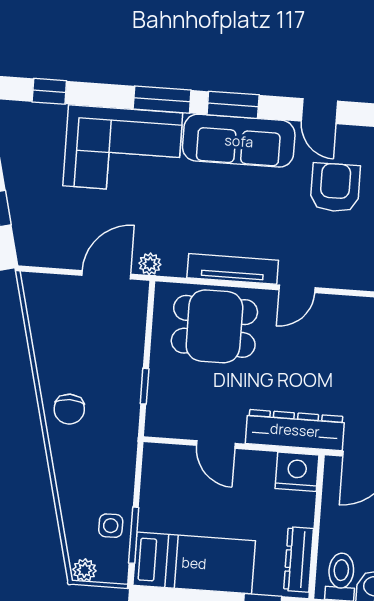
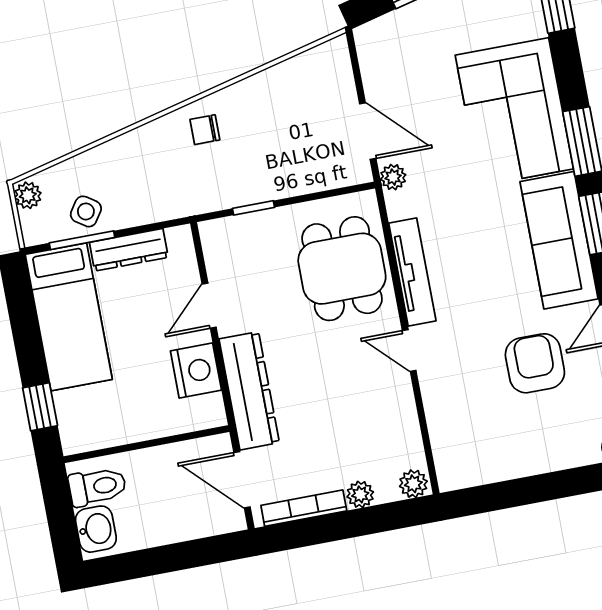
armchair: (335, 188) -> (535, 363), turned -90
chair: (69, 409) -> (205, 130), width x0.73, depth x0.73
nightstand: (297, 472) -> (196, 371), moved
side table: (111, 526) -> (86, 211), turned 34
dresser: (299, 559) -> (129, 250), moved, turned 180

